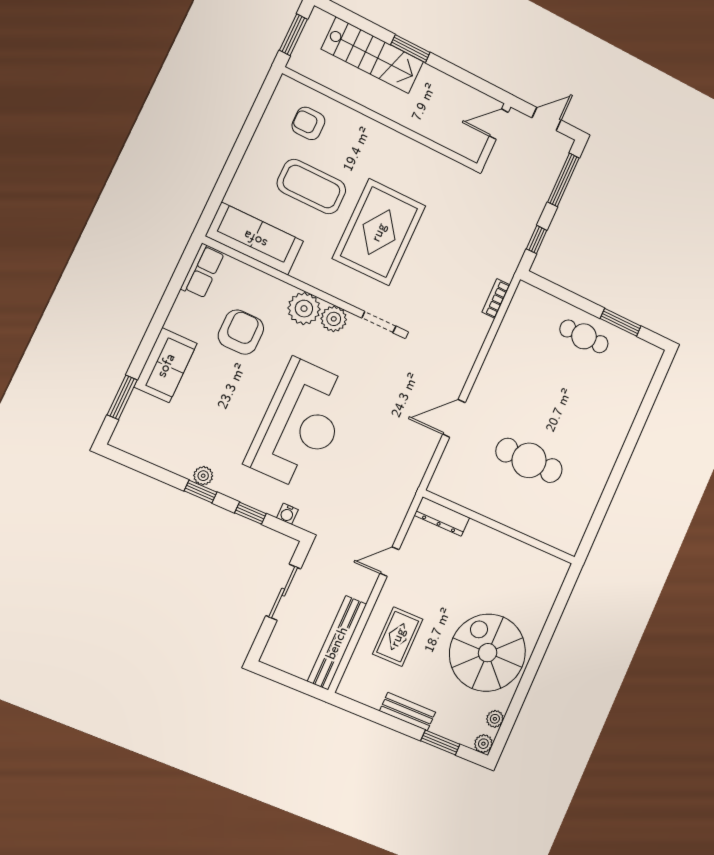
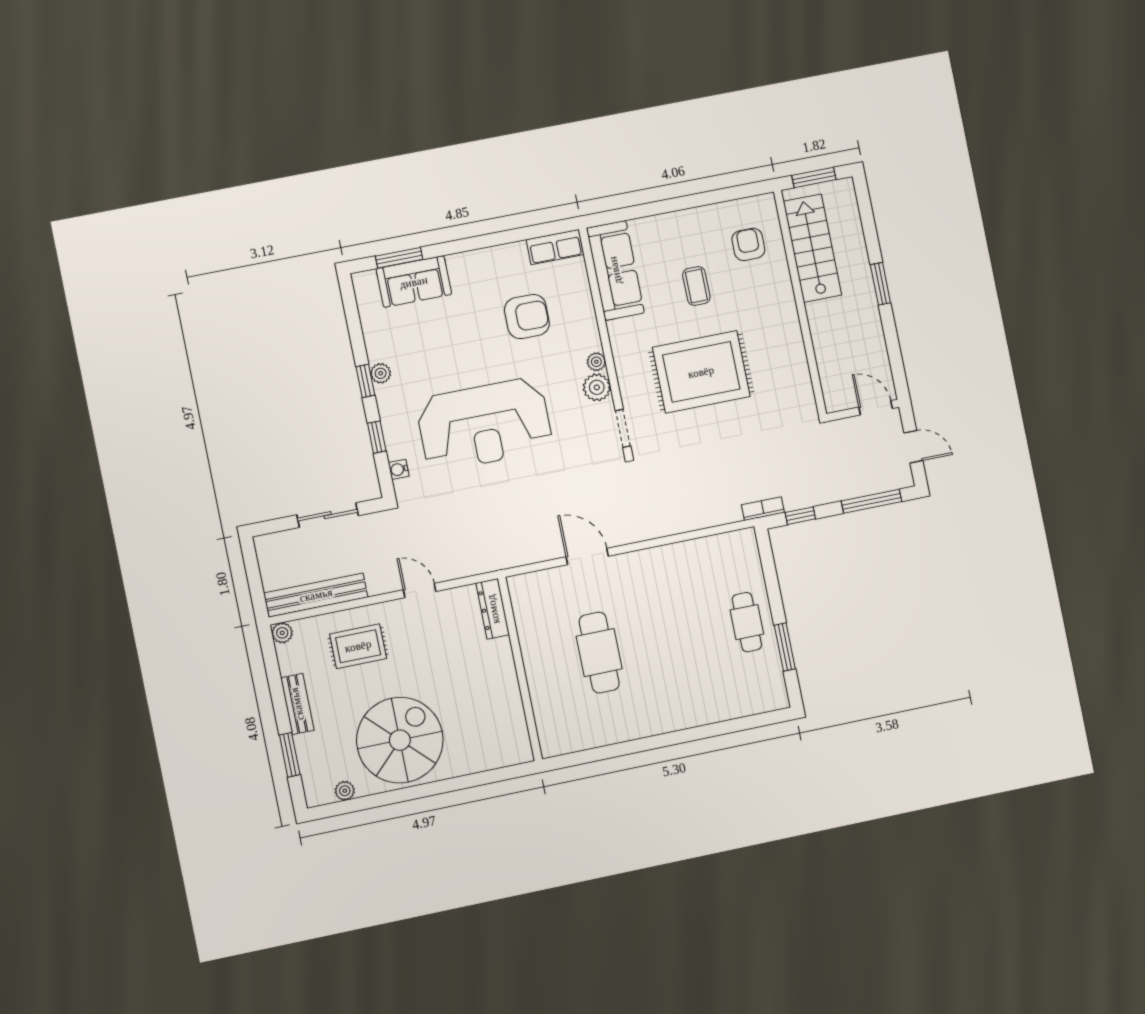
stairs: (372, 55) -> (812, 248), moved, turned 180
coffee table: (311, 187) -> (696, 286), width x0.54, depth x0.58
bookcase: (496, 299) -> (763, 509), moved
plant: (304, 309) -> (596, 362), width x0.53, depth x0.53
sofa: (166, 365) -> (414, 282), moved
plant: (483, 744) -> (282, 633), moved

